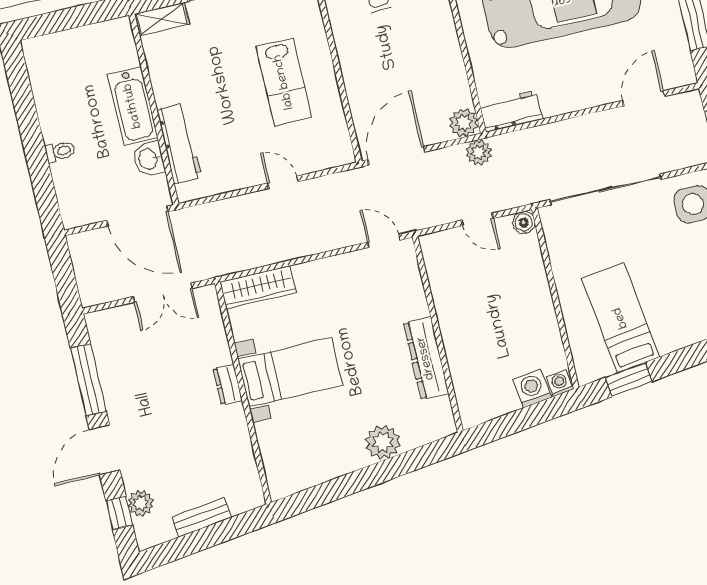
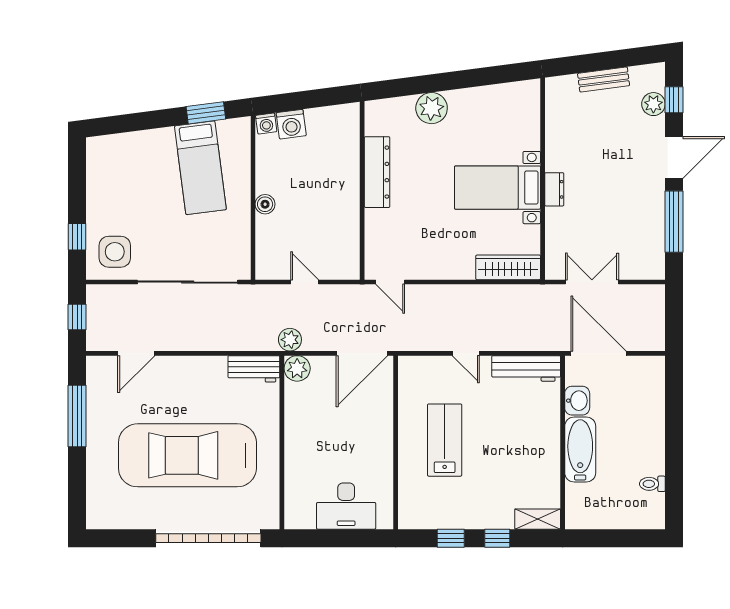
workbench: (179, 143) -> (526, 368), moved, turned -90
toilet: (60, 151) -> (652, 484), moved
boiler: (524, 222) -> (265, 204), moved

